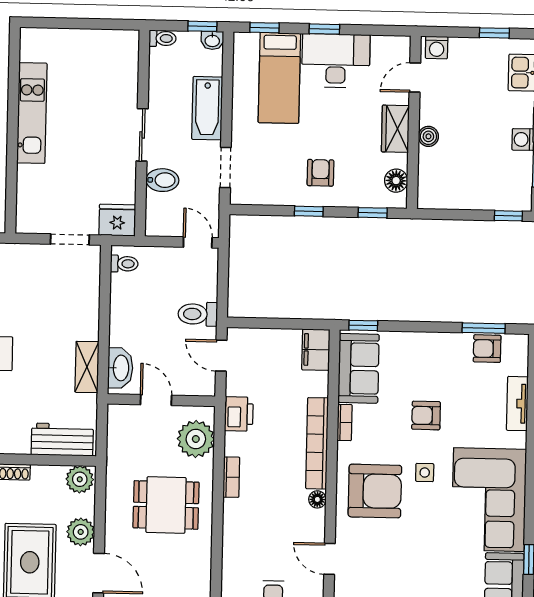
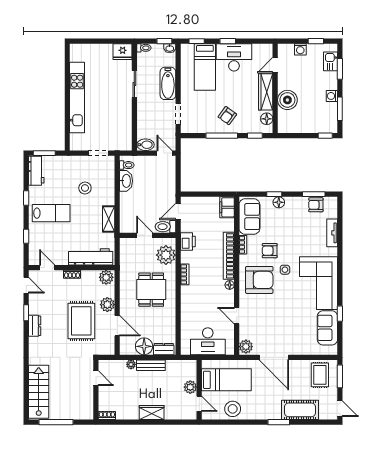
washing machine: (437, 47) -> (300, 49), moved
kitchen unit: (32, 113) -> (77, 98), width x1.36
wardrobe: (395, 129) -> (266, 92), width x1.50
sliding door: (142, 135) -> (134, 84), moved
boiler: (428, 136) -> (287, 100), width x1.86, depth x1.86
armchair: (320, 173) -> (227, 116), turned -144
bidet: (162, 180) -> (146, 145), moved
window: (309, 211) -> (222, 136), width x2.17
fridge: (117, 220) -> (123, 52), moved, turned 180
stool: (43, 306) -> (85, 188), added
toilet: (198, 314) -> (165, 227), moved
window: (363, 325) -> (274, 194), moved
floor lamp: (416, 342) -> (279, 202), added
door: (221, 356) -> (178, 212), hinge flipped
washbasin: (120, 368) -> (126, 181), moved
armchair: (426, 415) -> (270, 251), moved
workbench: (62, 440) -> (91, 257), width x1.38
dining table: (166, 505) -> (151, 290), turned 90

